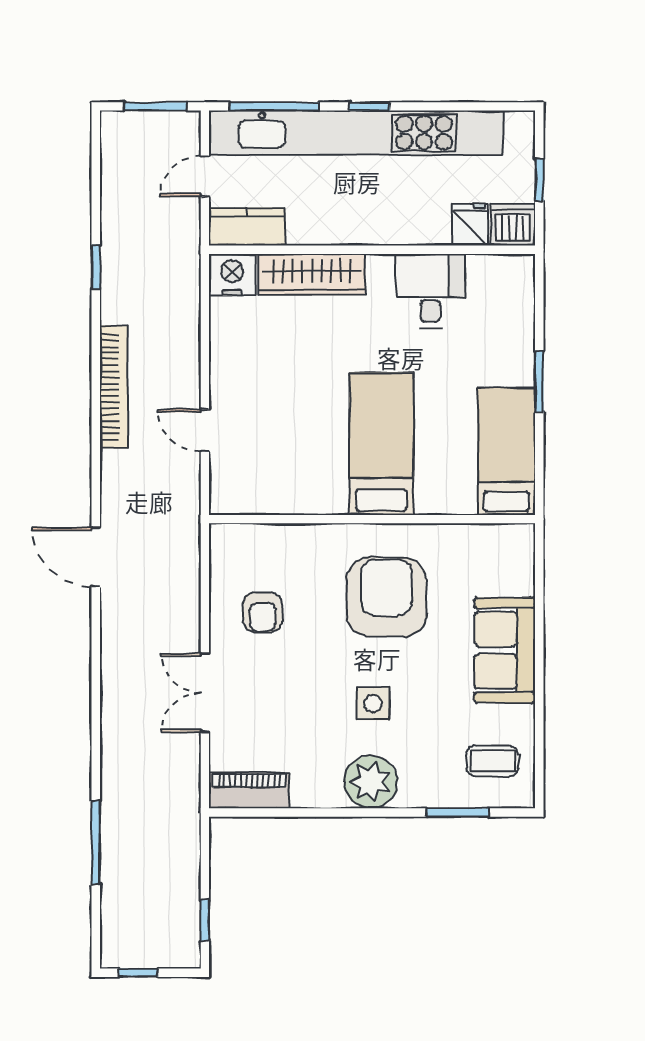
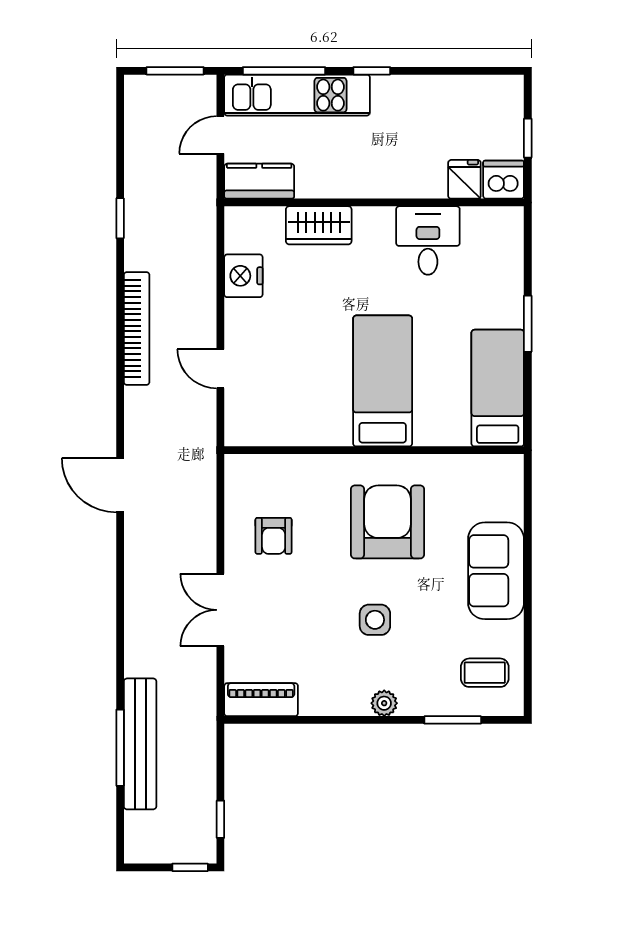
kitchen unit: (356, 133) -> (297, 95), width x0.54
wardrobe: (312, 274) -> (319, 225), width x0.67
nightstand: (232, 275) -> (243, 276), moved, turned -90
plant: (371, 782) -> (384, 703), width x0.53, depth x0.53
bench: (118, 839) -> (140, 744), added
window: (138, 973) -> (190, 867), moved

